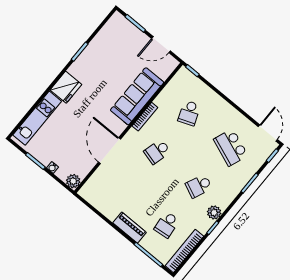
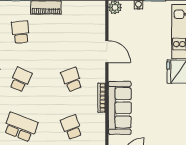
door: (110, 151) -> (107, 51), width x0.73
school desk: (157, 152) -> (72, 80), turned -36

